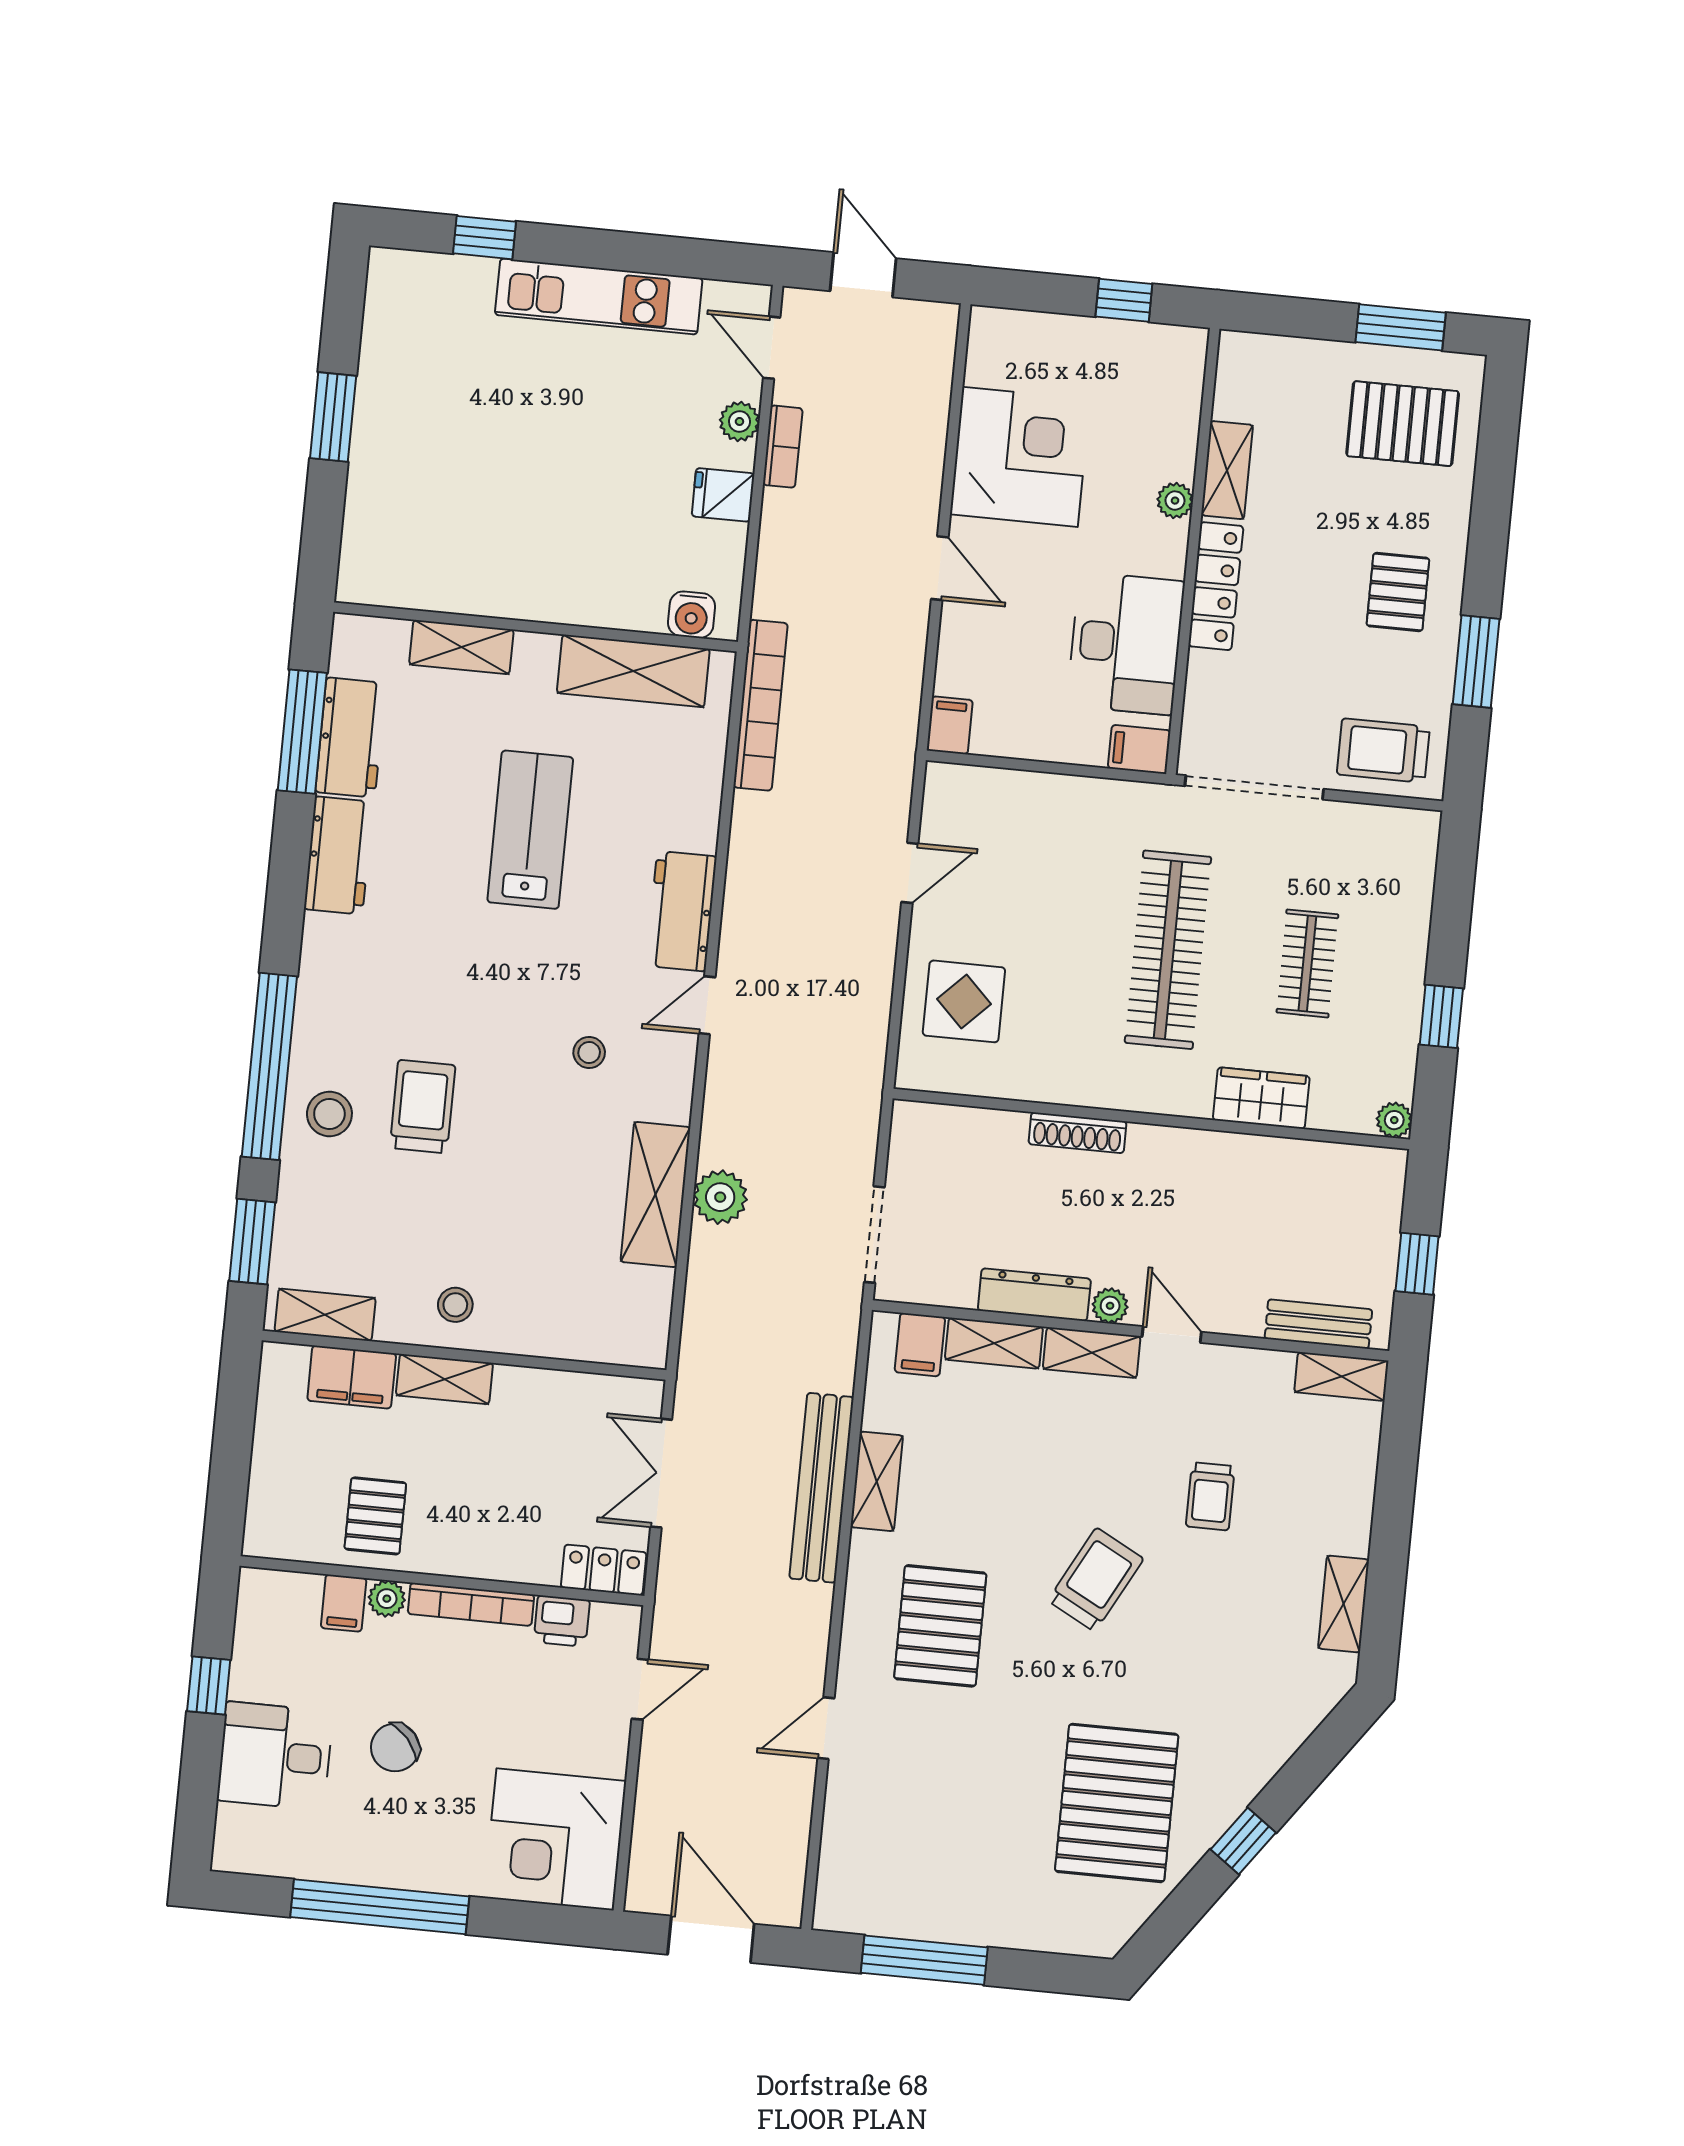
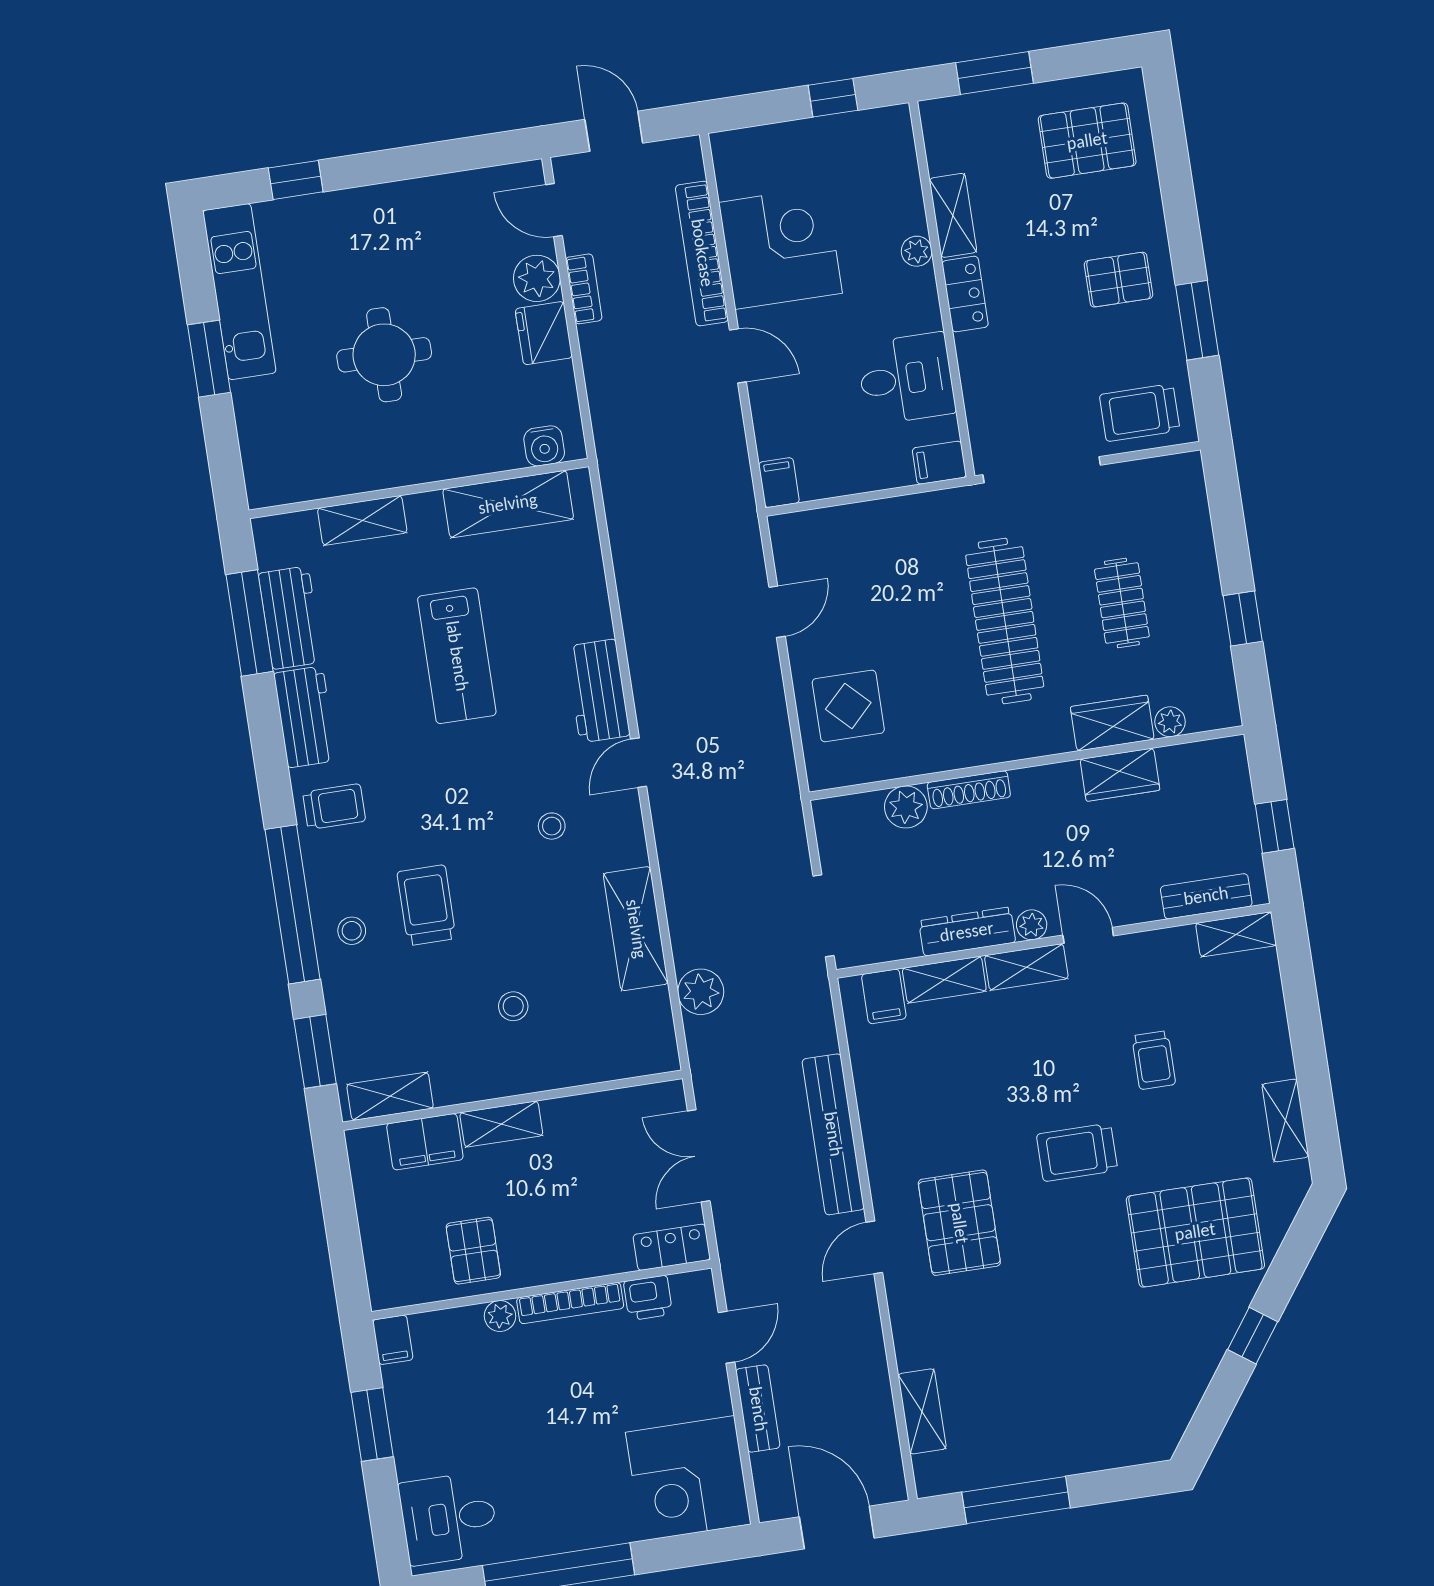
kitchen unit: (599, 297) -> (239, 292), moved, turned -90
window: (1401, 327) -> (995, 73), moved
plant: (739, 421) -> (537, 278), width x1.38, depth x1.38
round table: (535, 464) -> (384, 355), added
fridge: (723, 495) -> (544, 333), width x1.38
locker: (1216, 586) -> (965, 294), width x0.66
pallet: (1398, 592) -> (1118, 280), turned 90
desk: (1126, 643) -> (906, 379), width x0.73
bookcase: (761, 705) -> (702, 253), moved, turned 180
lab bench: (530, 830) -> (457, 656), turned 180
trolley: (346, 967) -> (334, 807), added
stool: (329, 1114) -> (352, 931), width x0.73, depth x0.73
plant: (1394, 1120) -> (1170, 722), moved
plant: (1000, 1134) -> (906, 807), added
wardrobe: (1255, 1159) -> (1120, 775), added
plant: (720, 1197) -> (701, 992), moved
stool: (455, 1305) -> (513, 1006), moved
shelving: (877, 1481) -> (922, 1411), moved
trolley: (1096, 1580) -> (1077, 1152), turned -118
filing cabinet: (344, 1603) -> (393, 1340), moved
window: (209, 1686) -> (372, 1424), width x1.50
door: (826, 1728) -> (874, 1247), moved
chair: (395, 1747) -> (538, 1436), removed
desk: (275, 1756) -> (449, 1518), moved
bench: (655, 1780) -> (758, 1409), added
pallet: (1117, 1803) -> (1195, 1232), moved, turned 90

